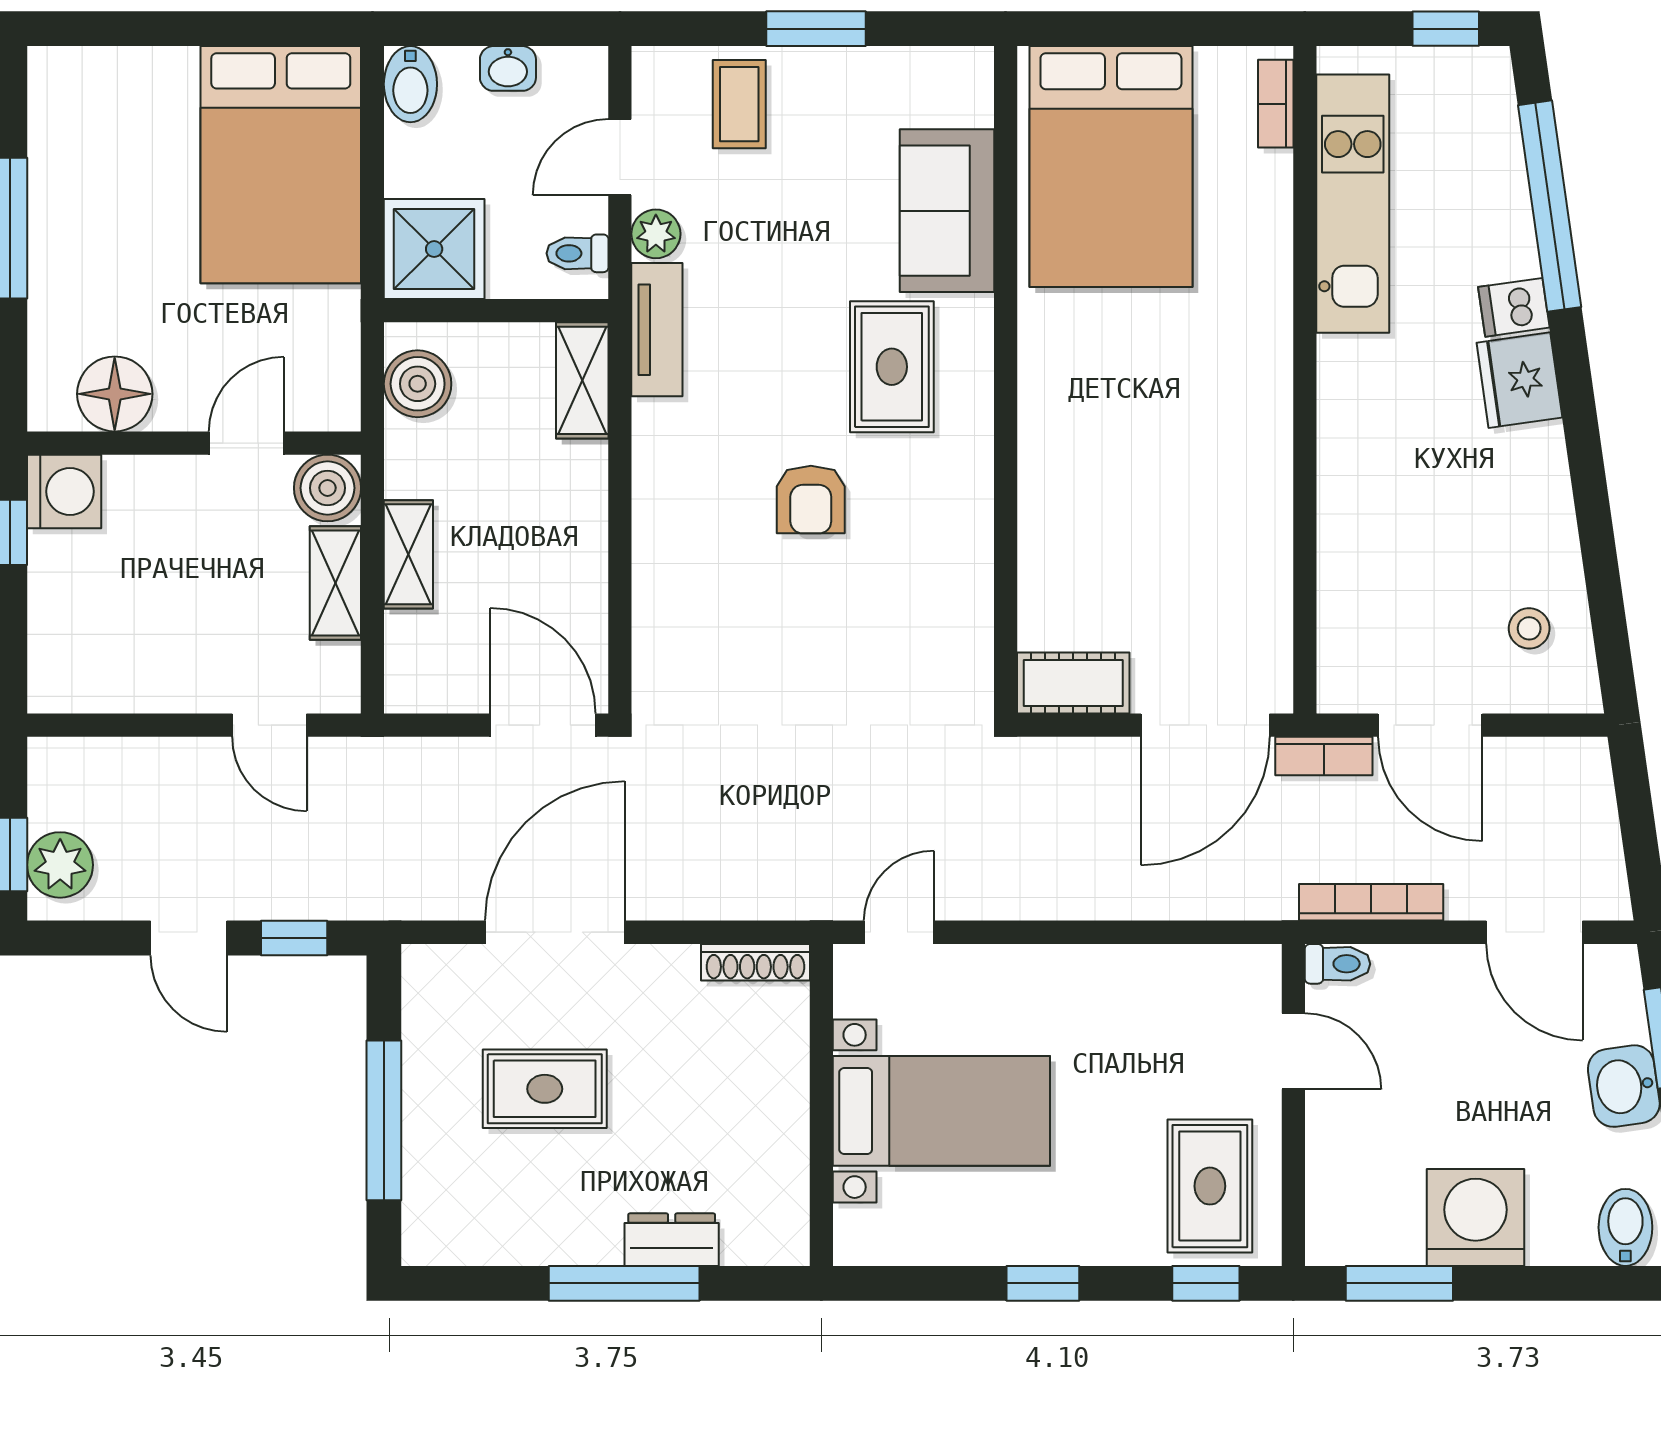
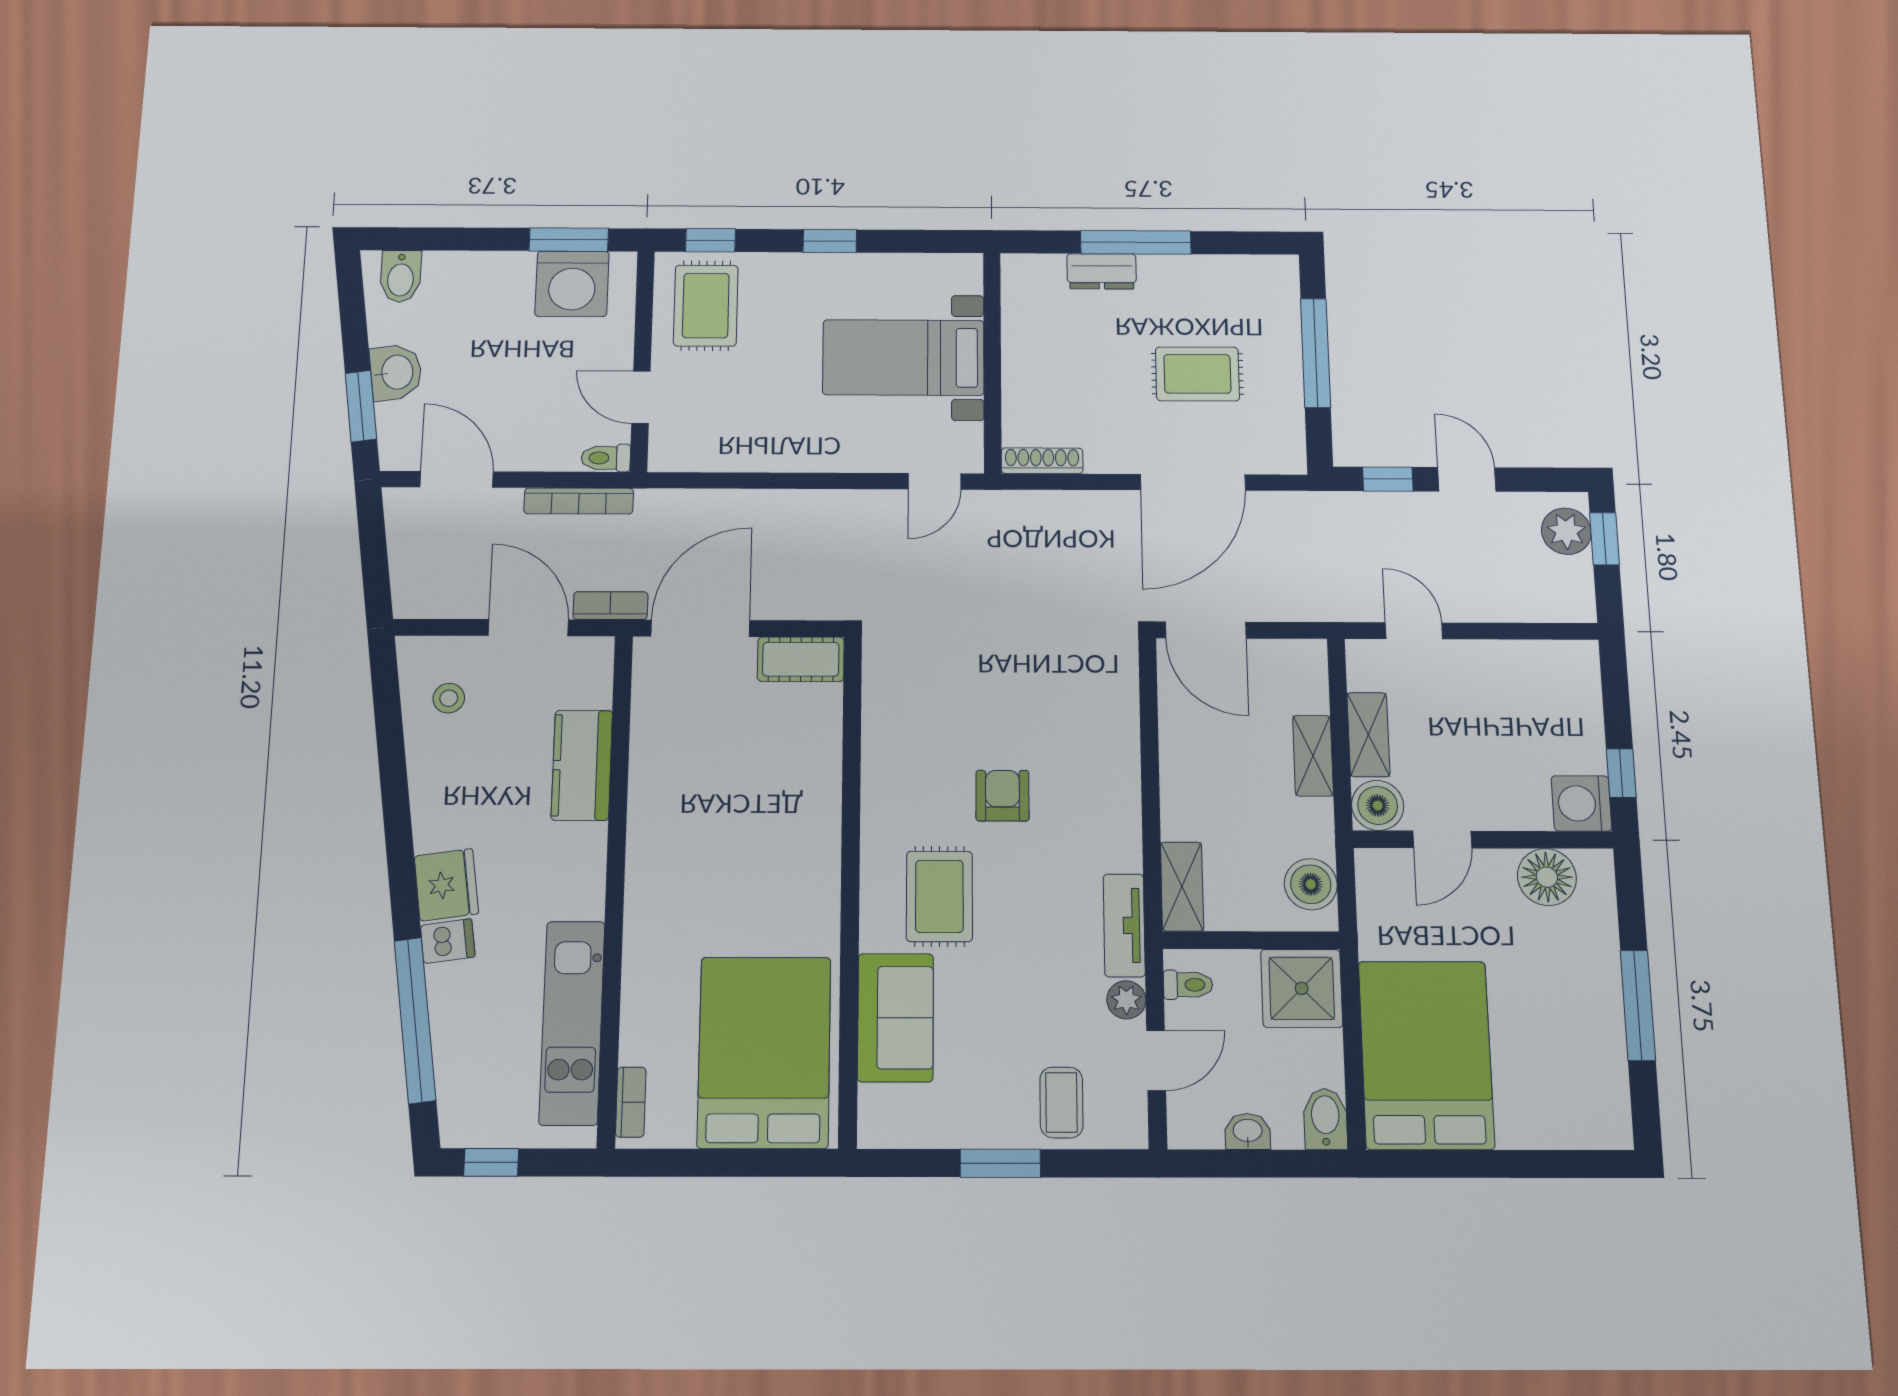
kitchen counter: (1353, 539) -> (582, 765), added
washing machine: (1476, 1217) -> (572, 284), moved

